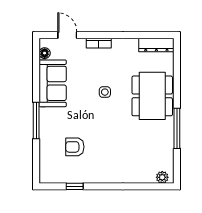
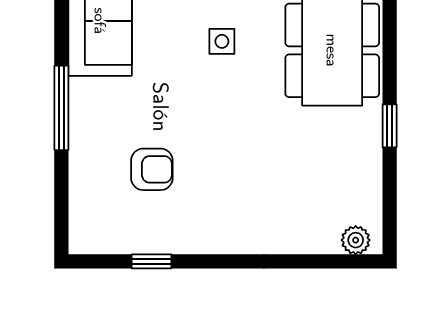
window: (177, 128) -> (390, 126), width x0.46
armchair: (75, 147) -> (152, 169), turned 180

